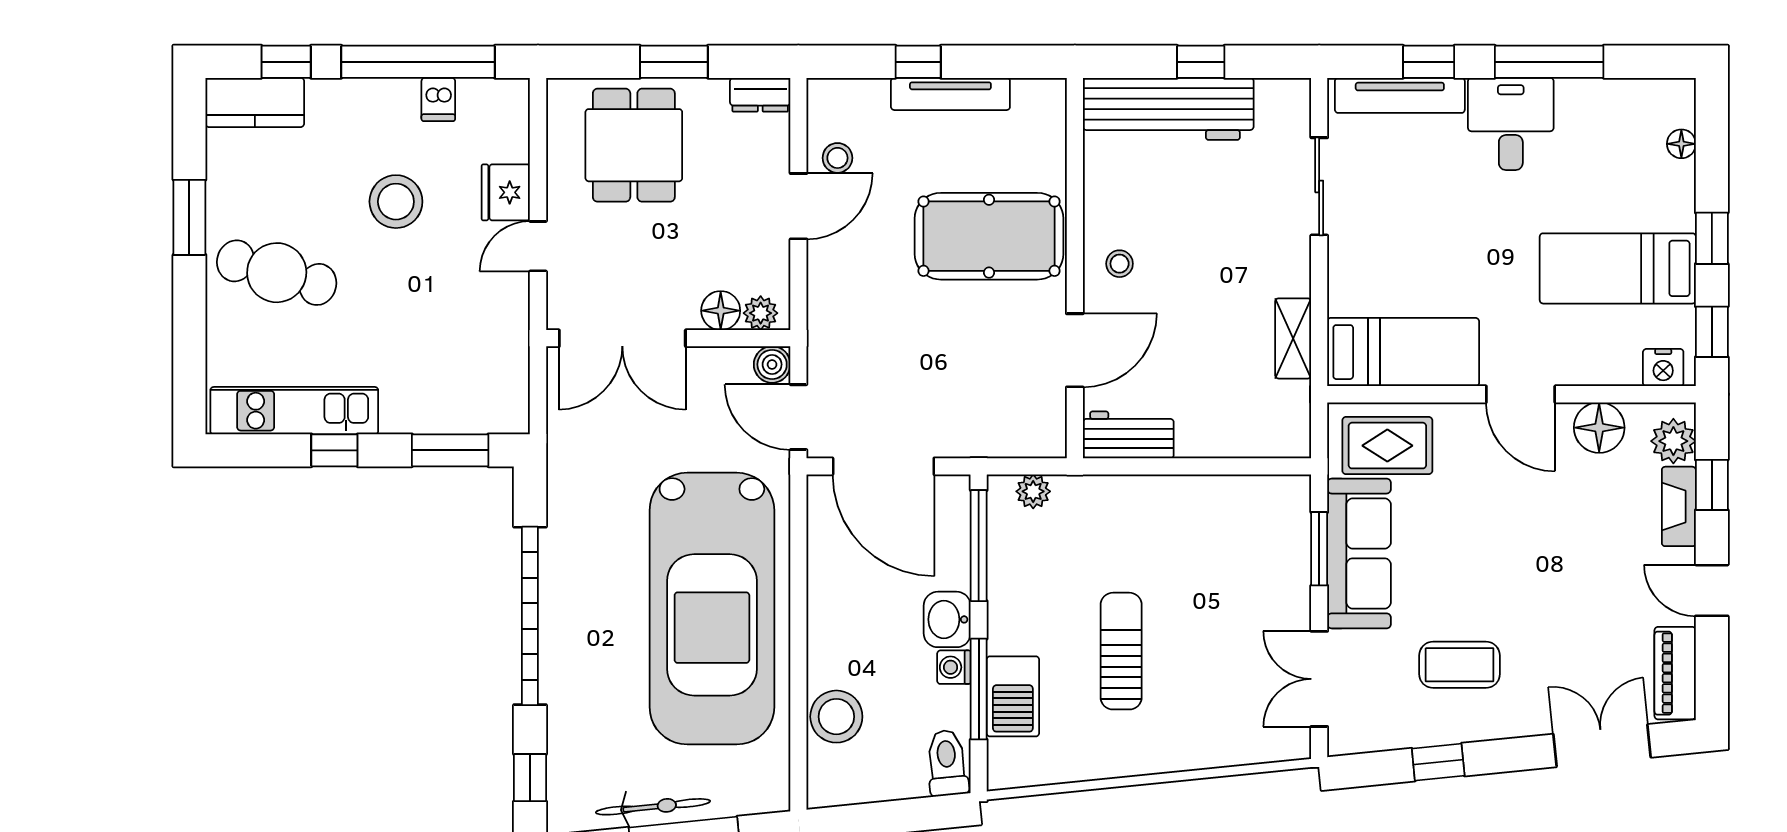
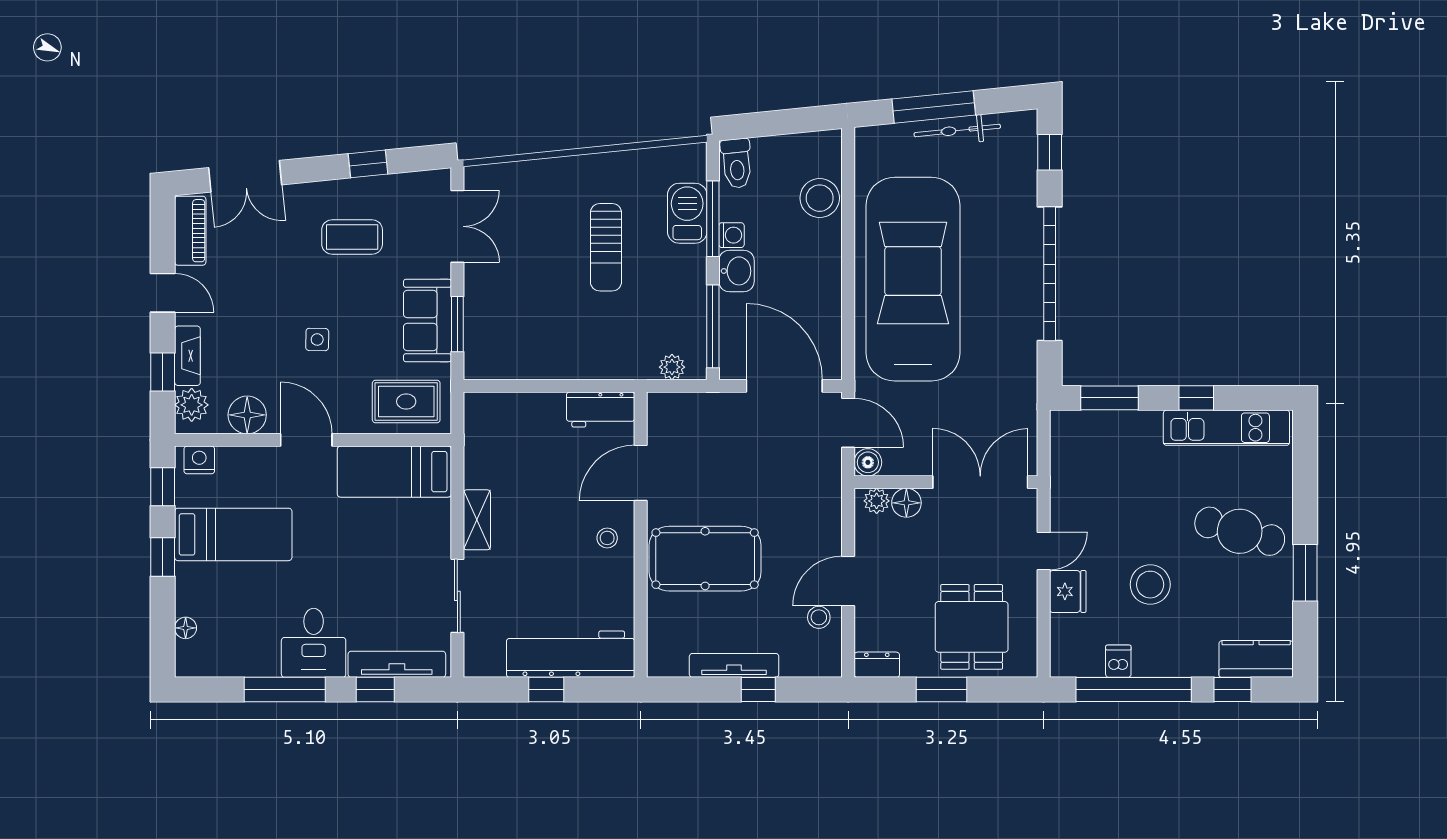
shelving: (1293, 338) -> (477, 520), moved
side table: (1506, 528) -> (317, 339), added
sofa: (1359, 553) -> (427, 321), width x0.73

